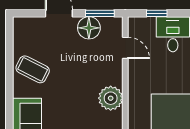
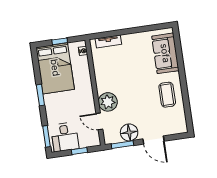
coffee table: (33, 69) -> (167, 95), turned 63
plant: (111, 98) -> (108, 102), moved

